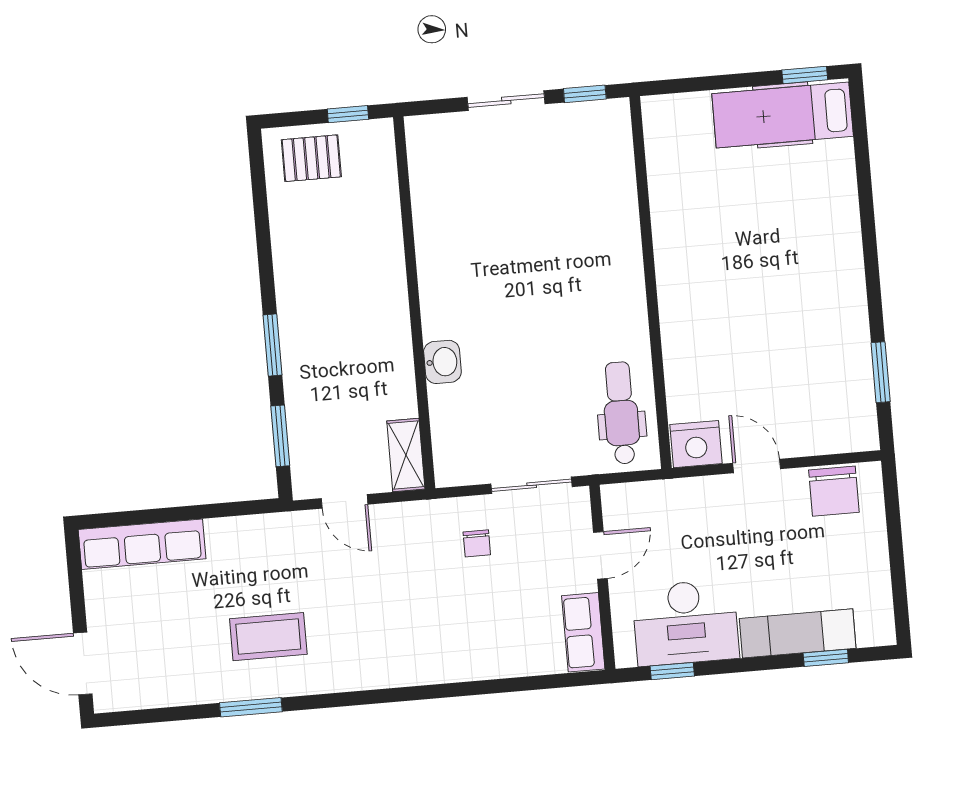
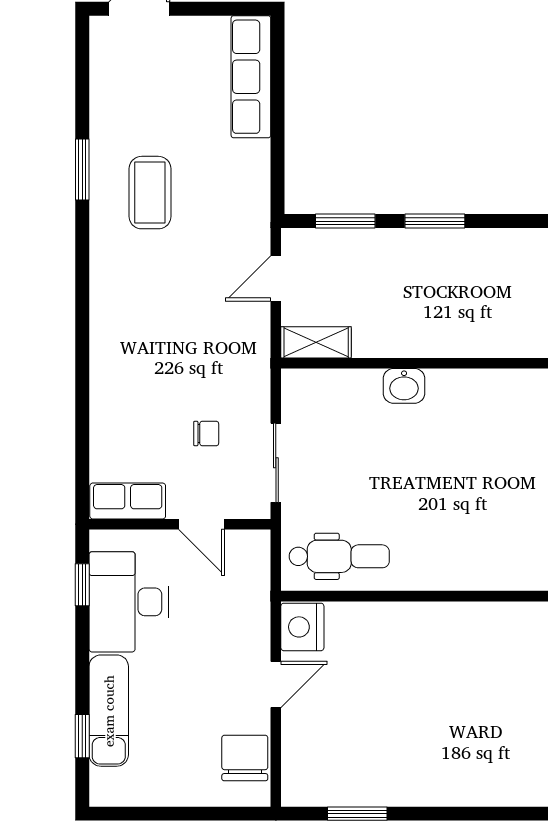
chair: (834, 491) -> (245, 758), turned 90
chair: (477, 543) -> (206, 434), moved, turned 180

